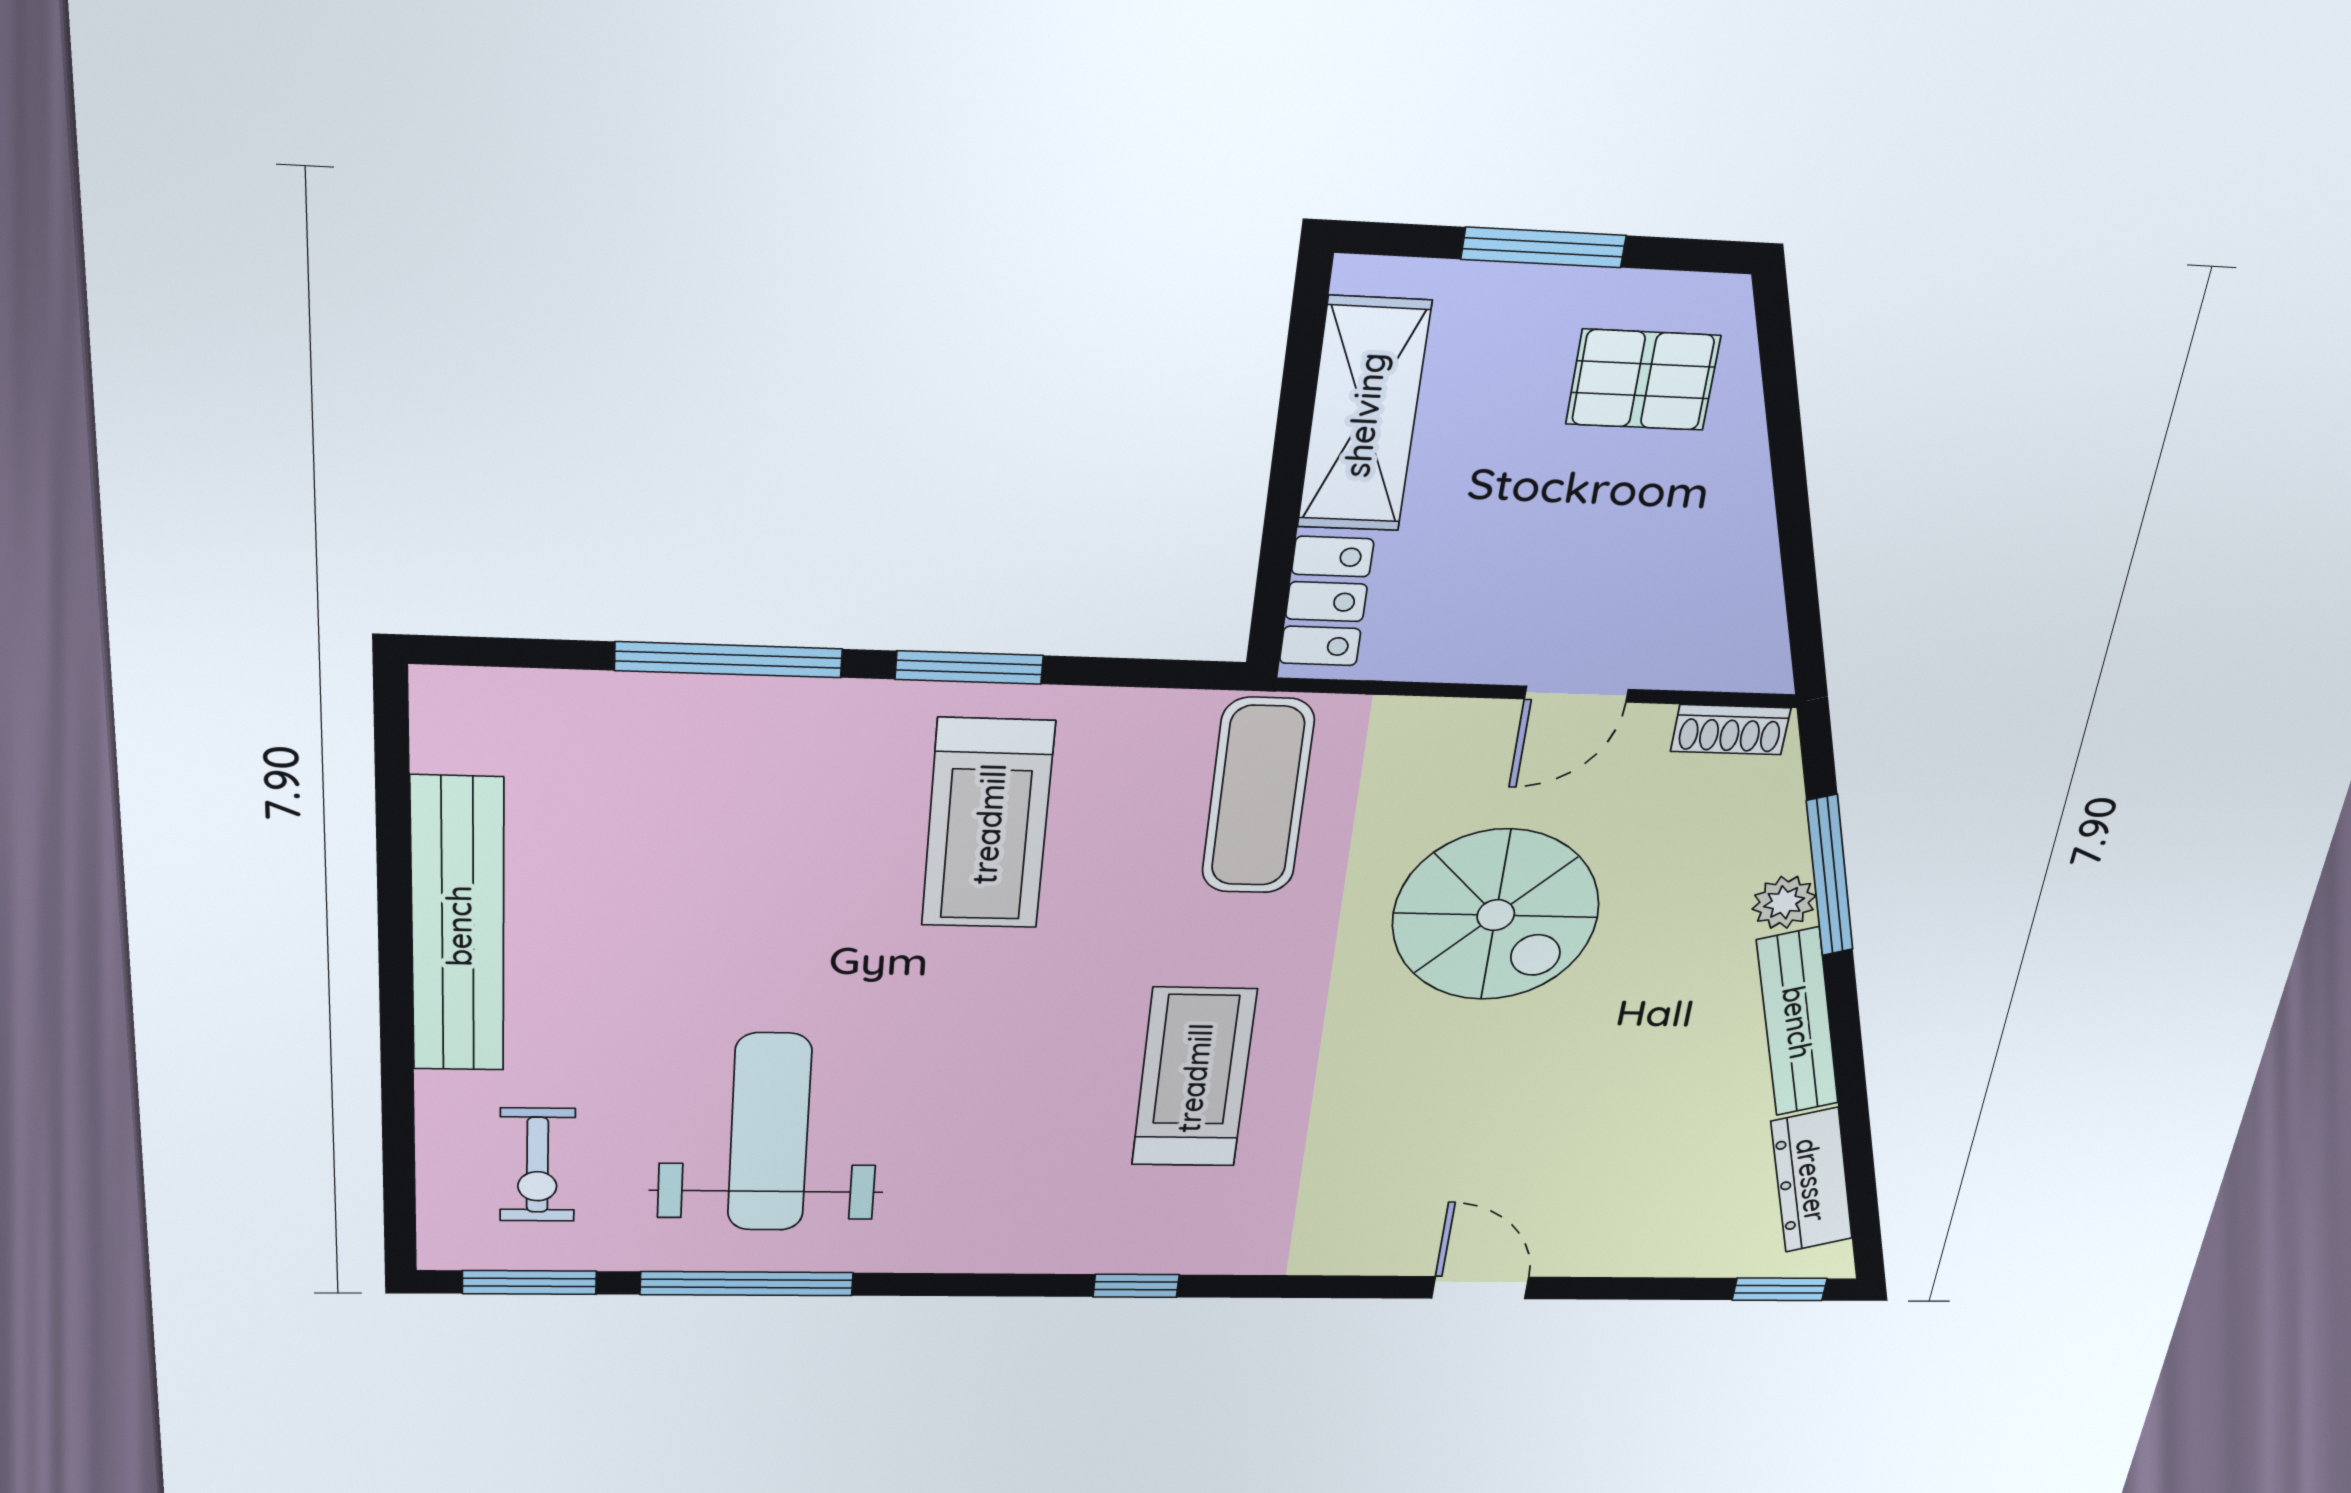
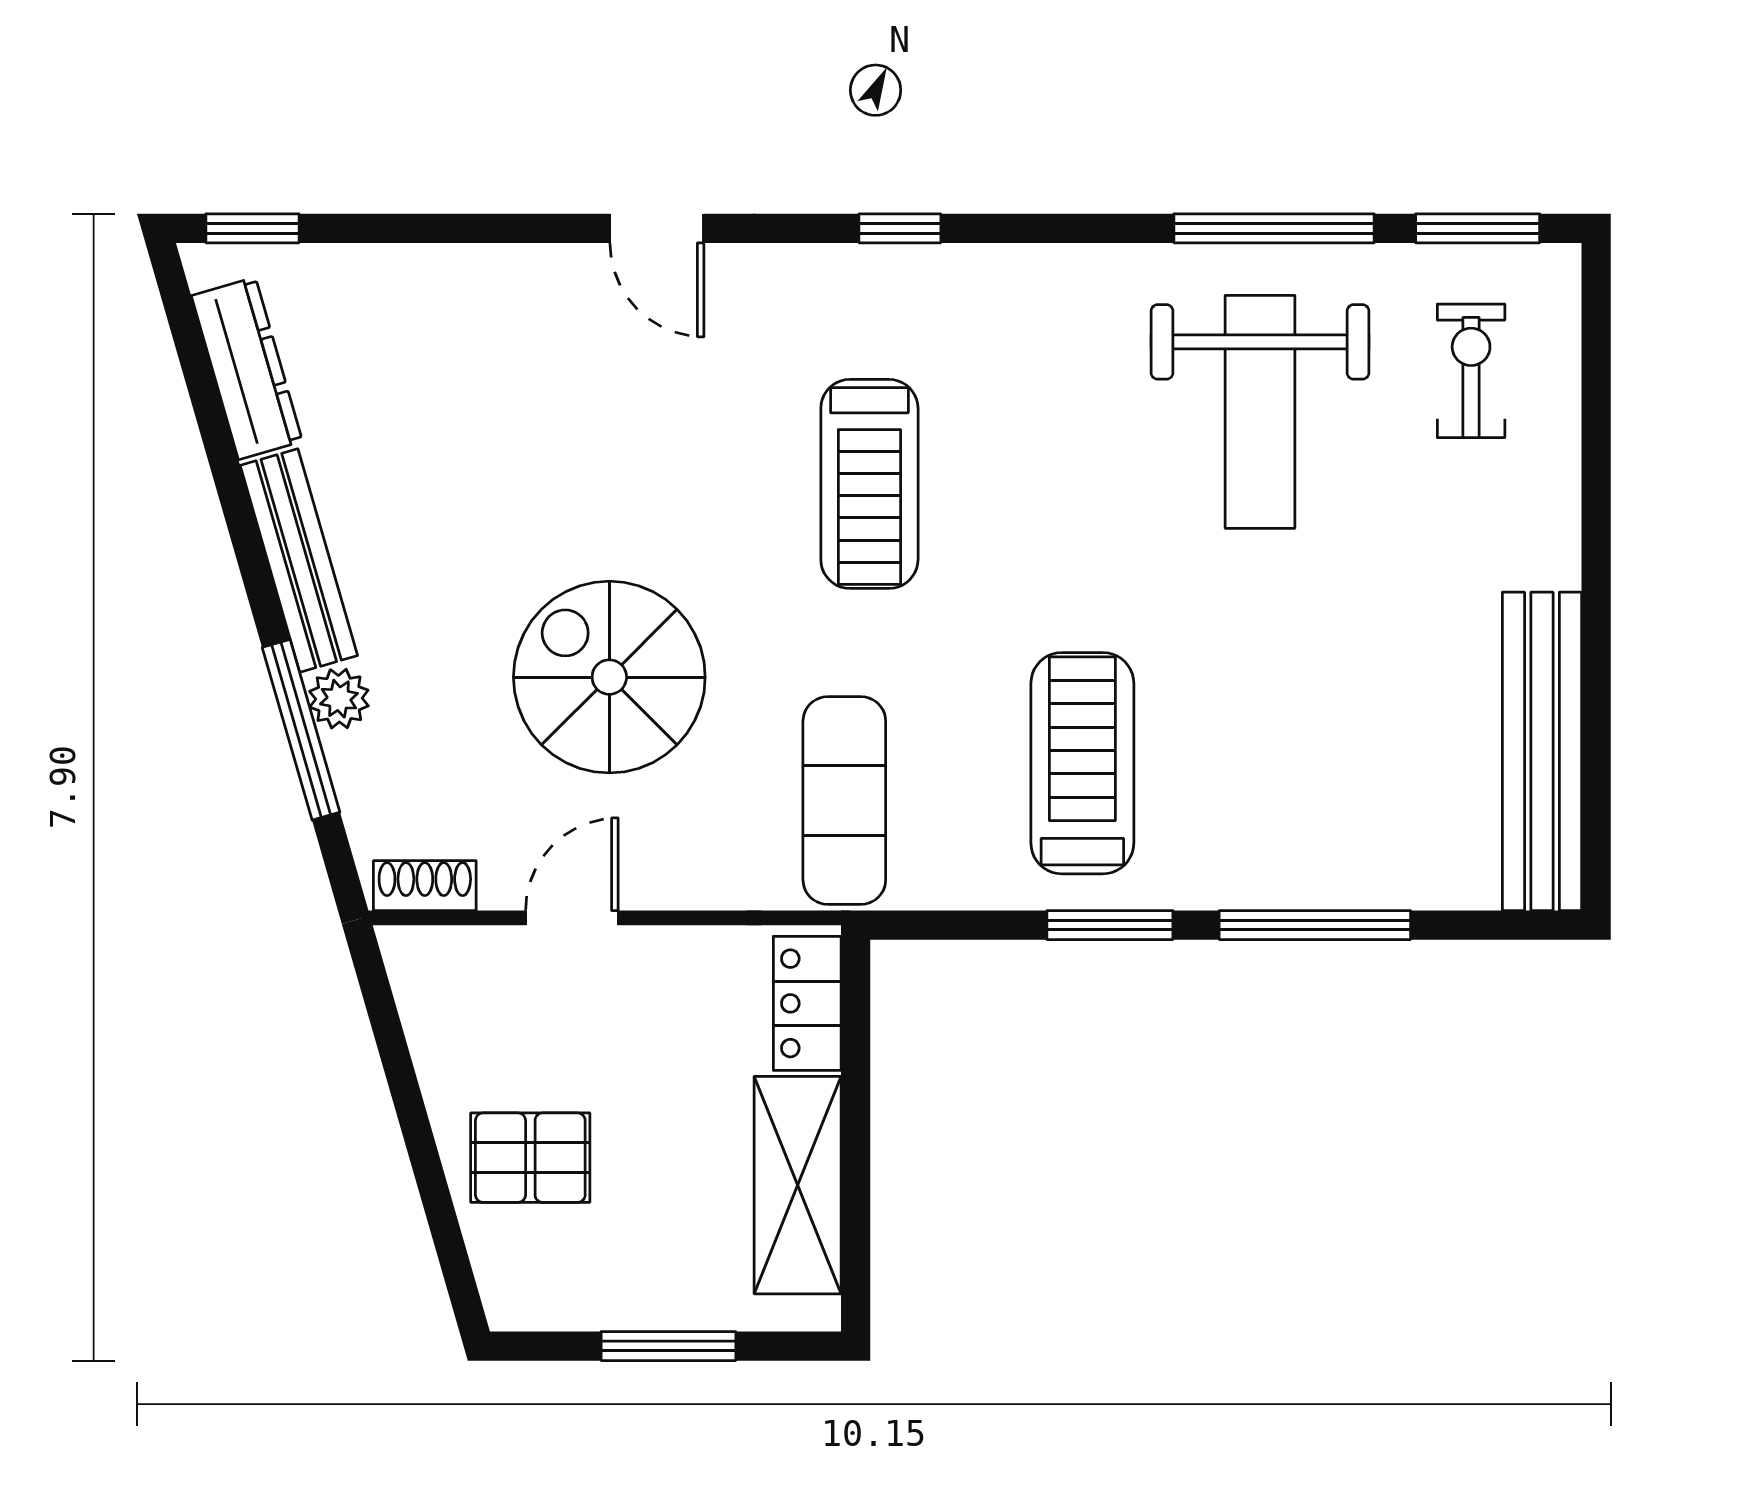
pallet: (1643, 380) -> (530, 1158), moved
bench: (458, 926) -> (1542, 751), moved
door: (1480, 1288) -> (657, 228), moved

